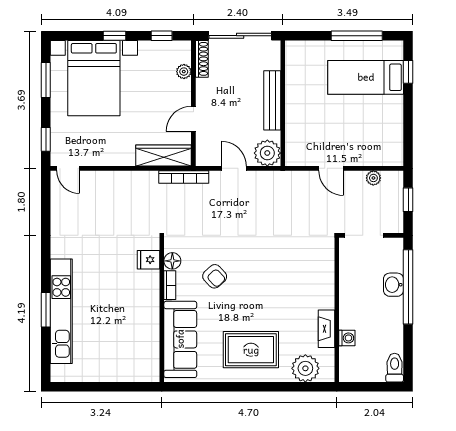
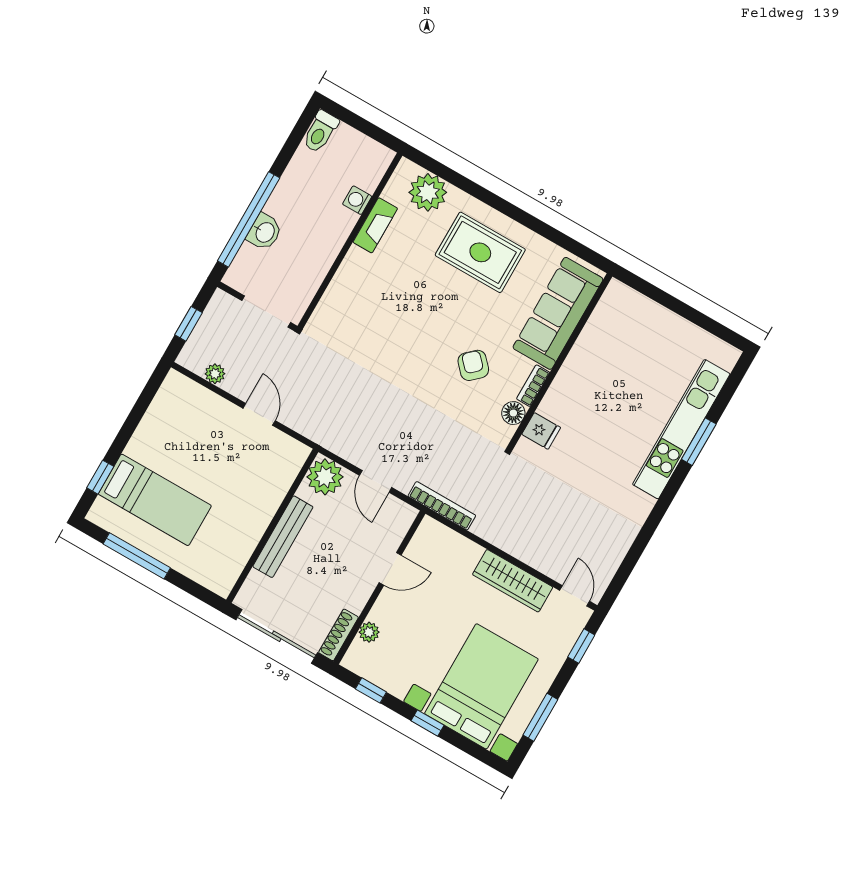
wardrobe: (164, 156) -> (513, 581), moved

